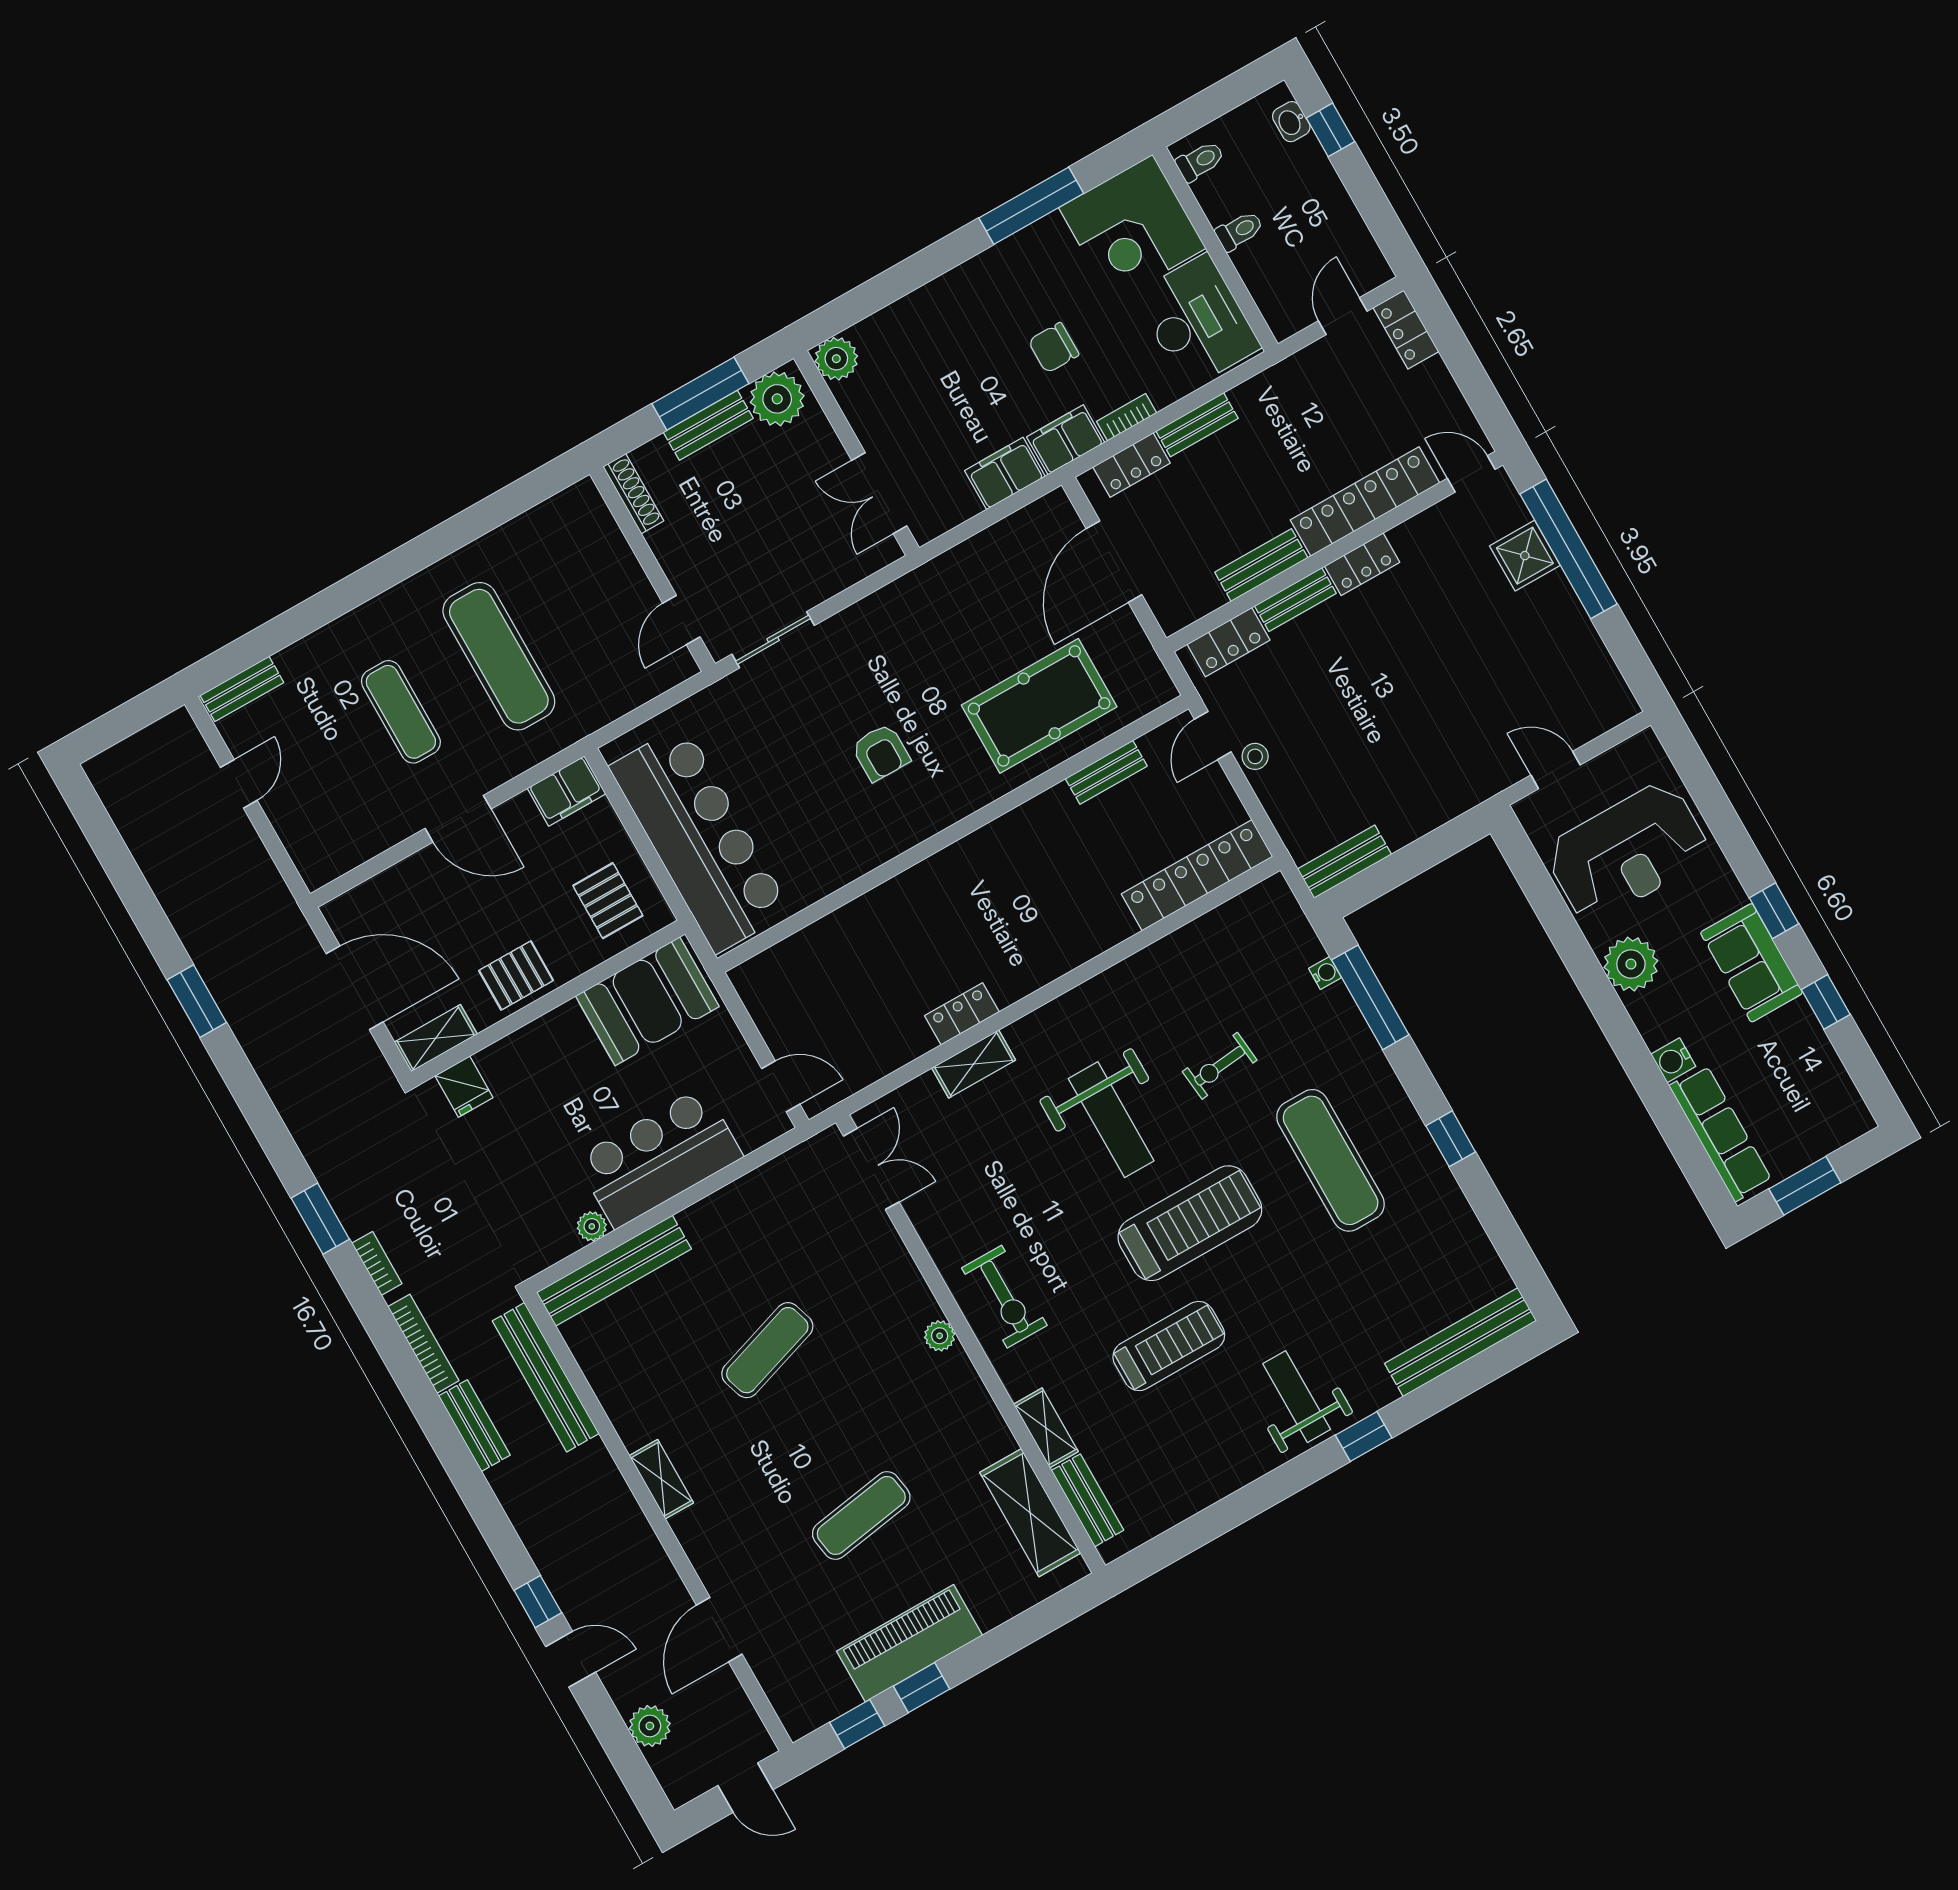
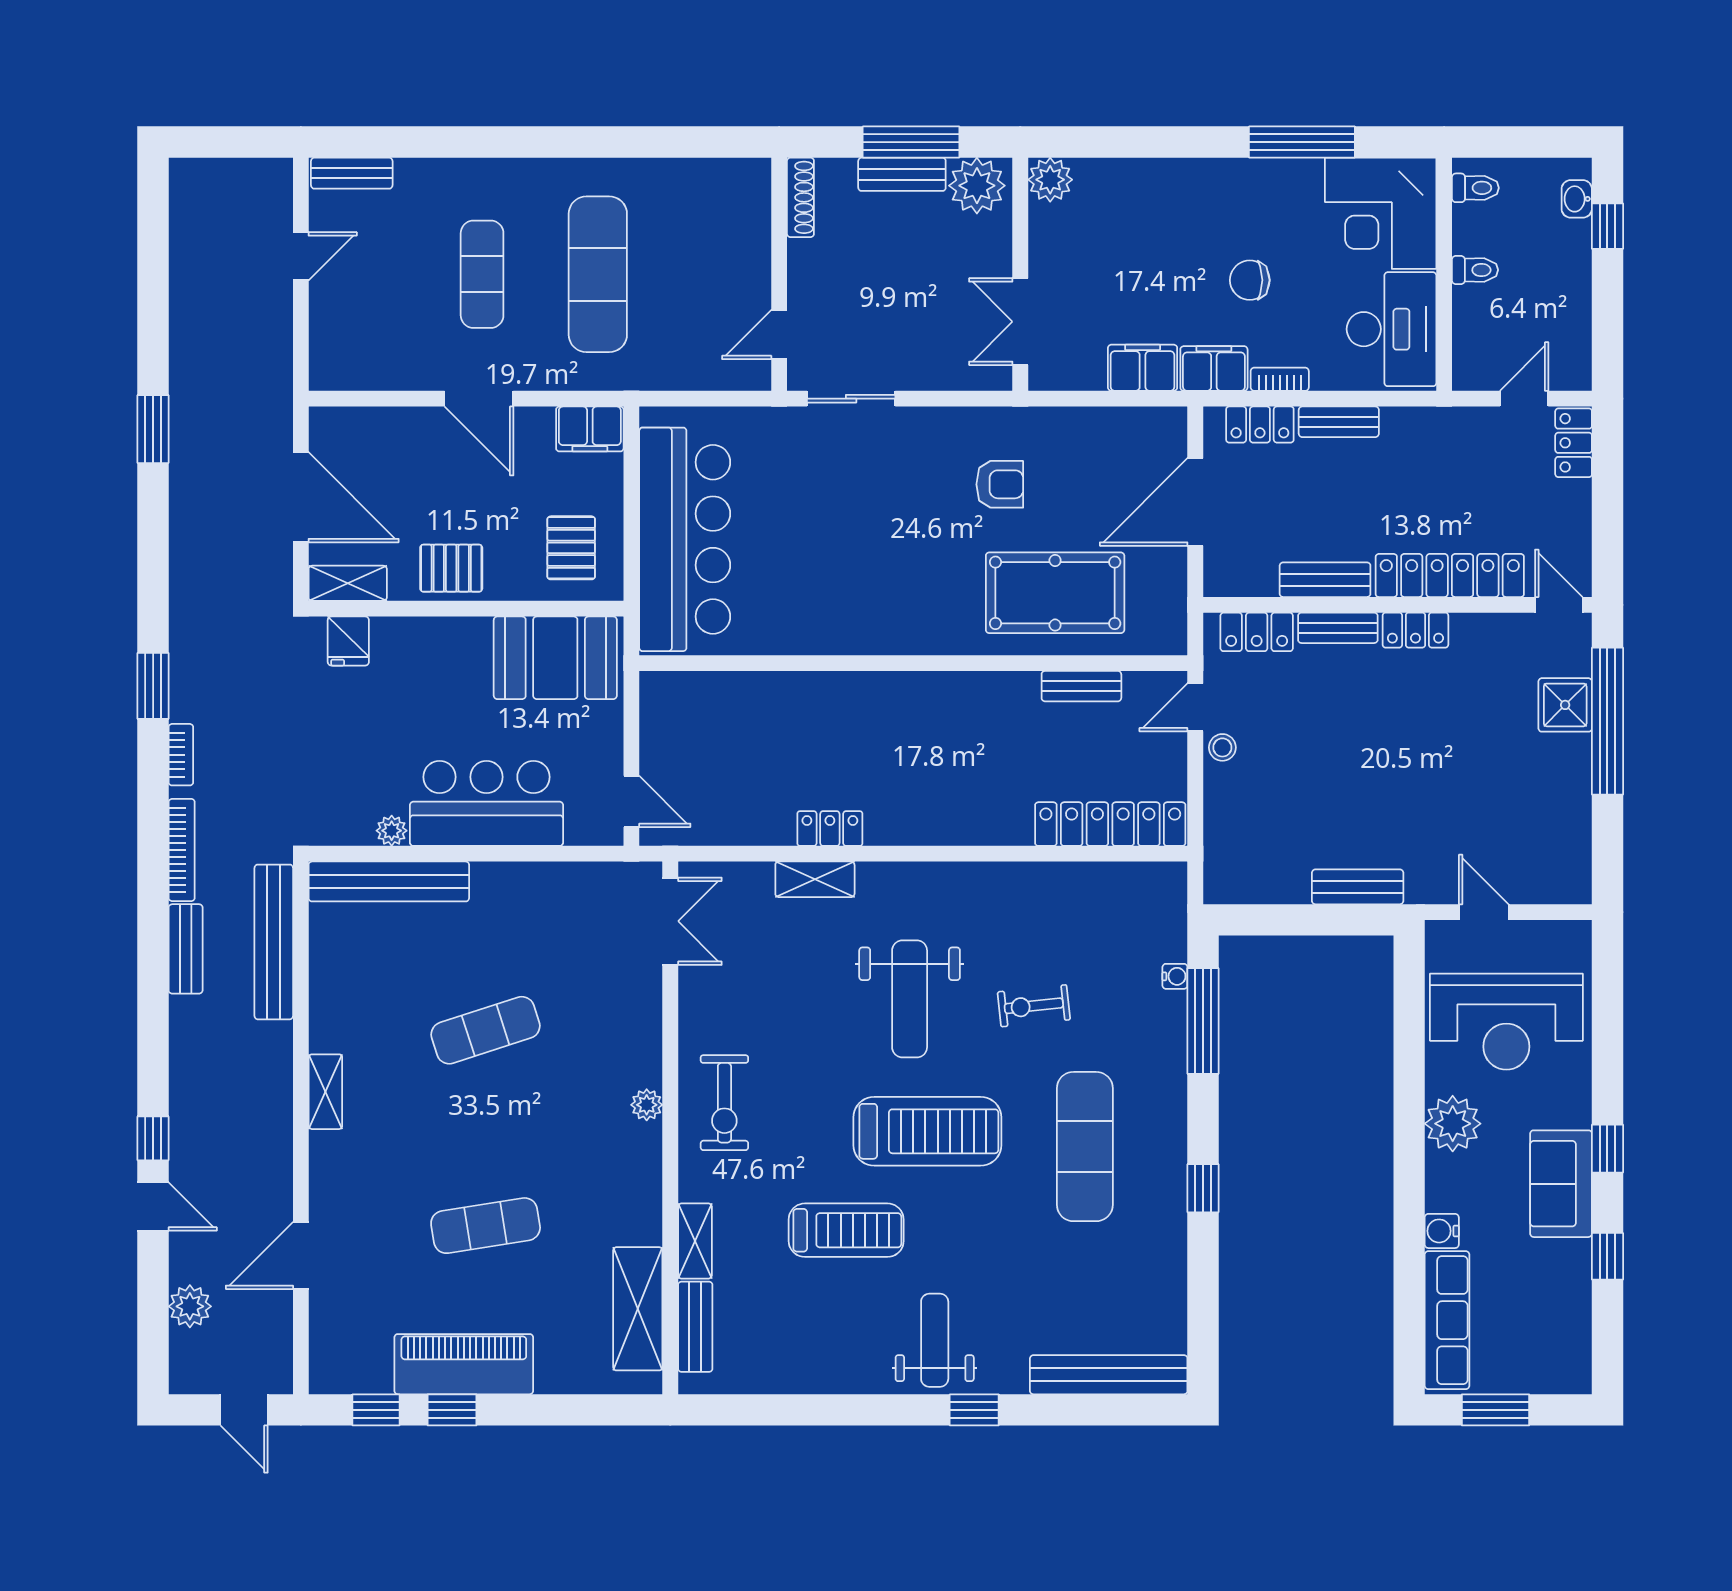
armchair: (881, 752) -> (1000, 484), moved, turned -90
bench: (1344, 862) -> (1358, 887), moved

